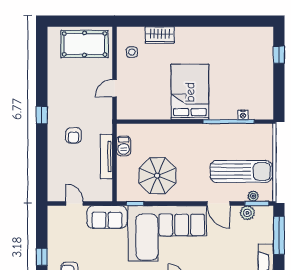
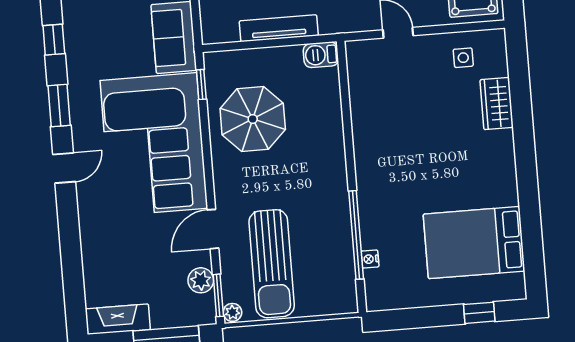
bed: (190, 92) -> (474, 243), moved, turned 180
barbecue: (124, 146) -> (321, 55), moved
plant: (253, 196) -> (232, 312), moved

